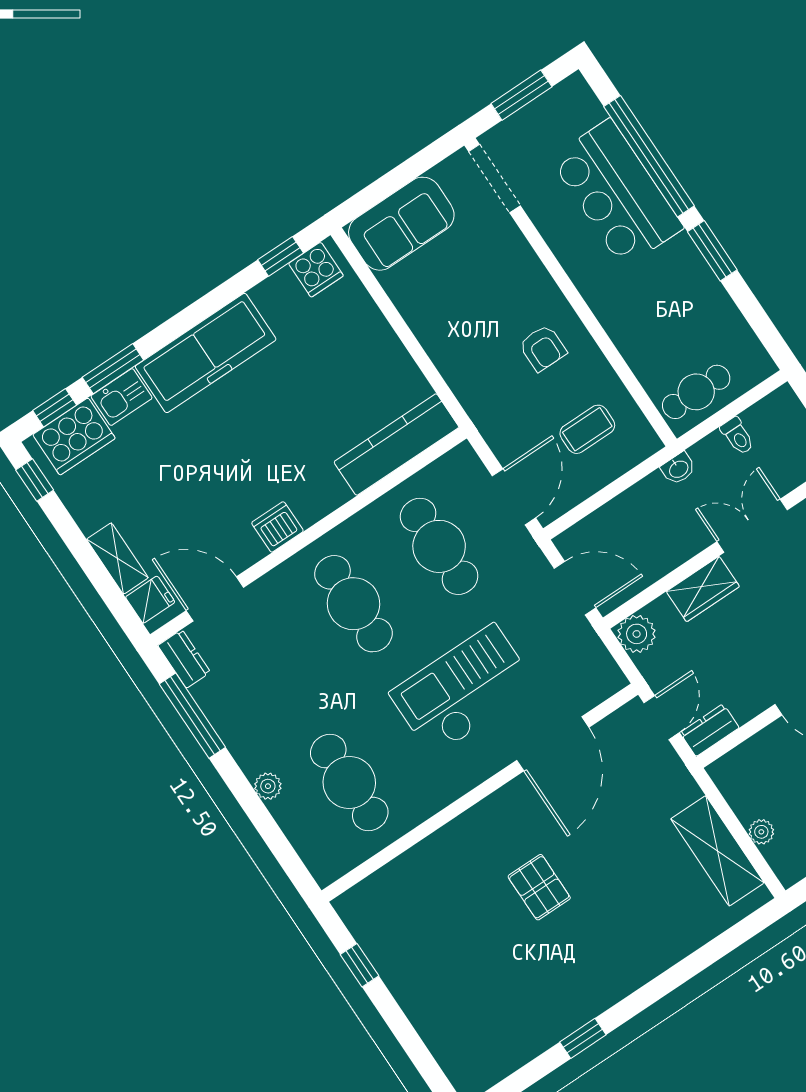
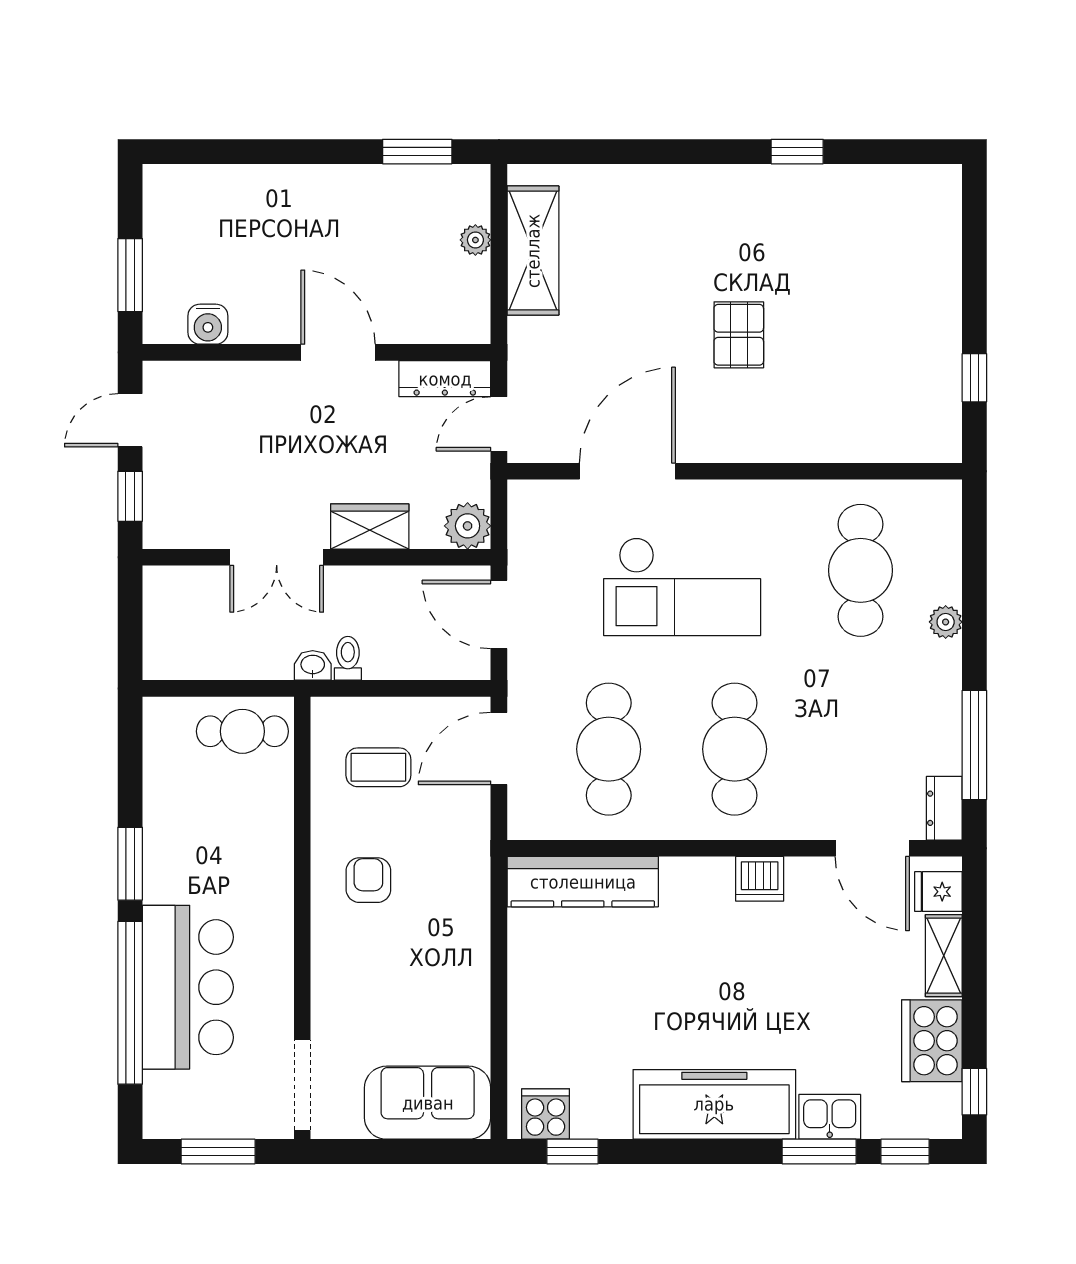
cooker: (74, 436) -> (932, 1041), moved, turned -90
toilet: (737, 436) -> (348, 658), moved
dresser: (710, 730) -> (445, 379), width x1.44

